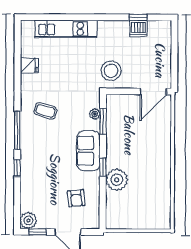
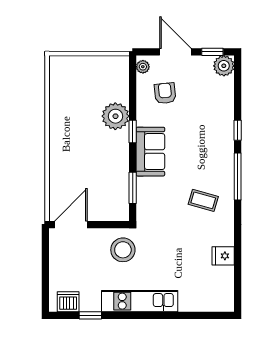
kitchen unit: (66, 29) -> (140, 301), moved
dishwasher: (138, 29) -> (68, 302), moved
plant: (95, 114) -> (143, 67), moved

